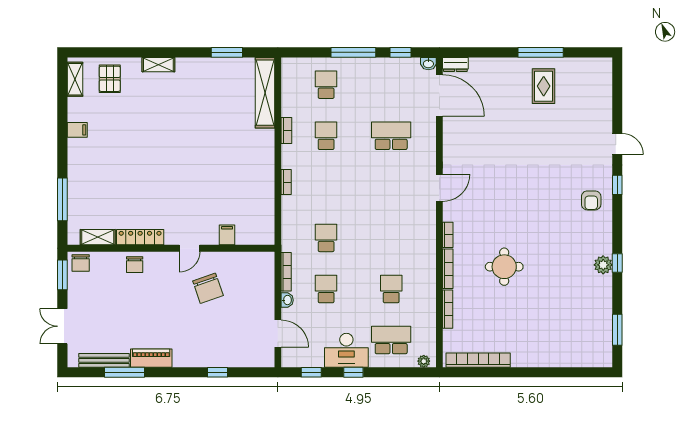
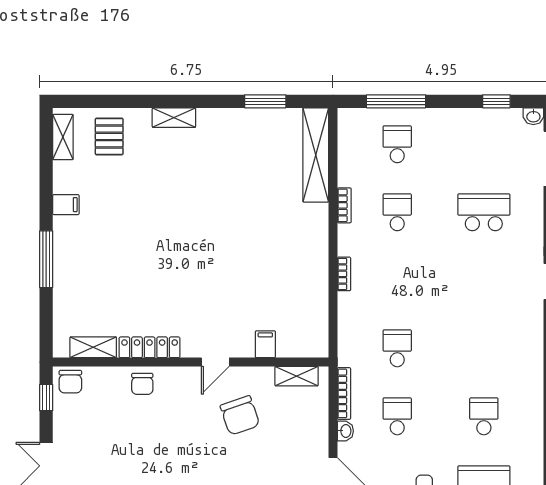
window: (353, 52) -> (396, 101), moved
window: (62, 199) -> (46, 259), moved
shelving: (250, 259) -> (297, 376), added
window: (62, 275) -> (46, 398), width x0.67

